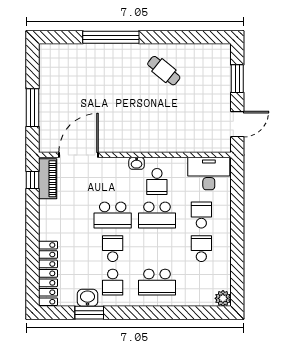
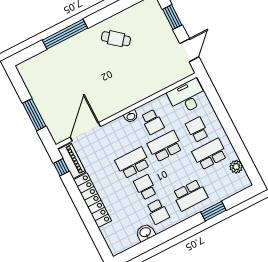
school desk: (113, 215) -> (133, 163), turned 180
school desk: (157, 215) -> (165, 146), turned 180
school desk: (201, 249) -> (210, 154), width x1.85
locker: (48, 273) -> (92, 200), moved
plant: (223, 298) -> (236, 167), moved
window: (89, 313) -> (213, 211), moved

